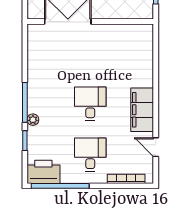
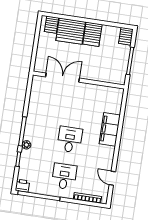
filing cabinet: (142, 110) -> (110, 129), moved
printer: (43, 172) -> (22, 186), width x0.53, depth x0.68

